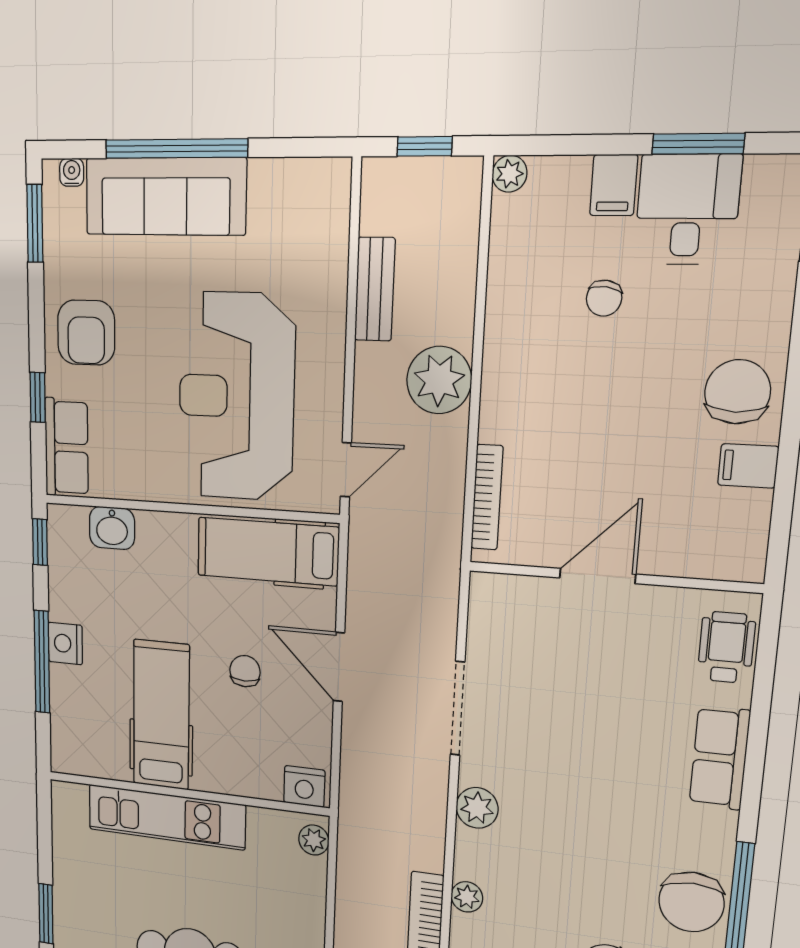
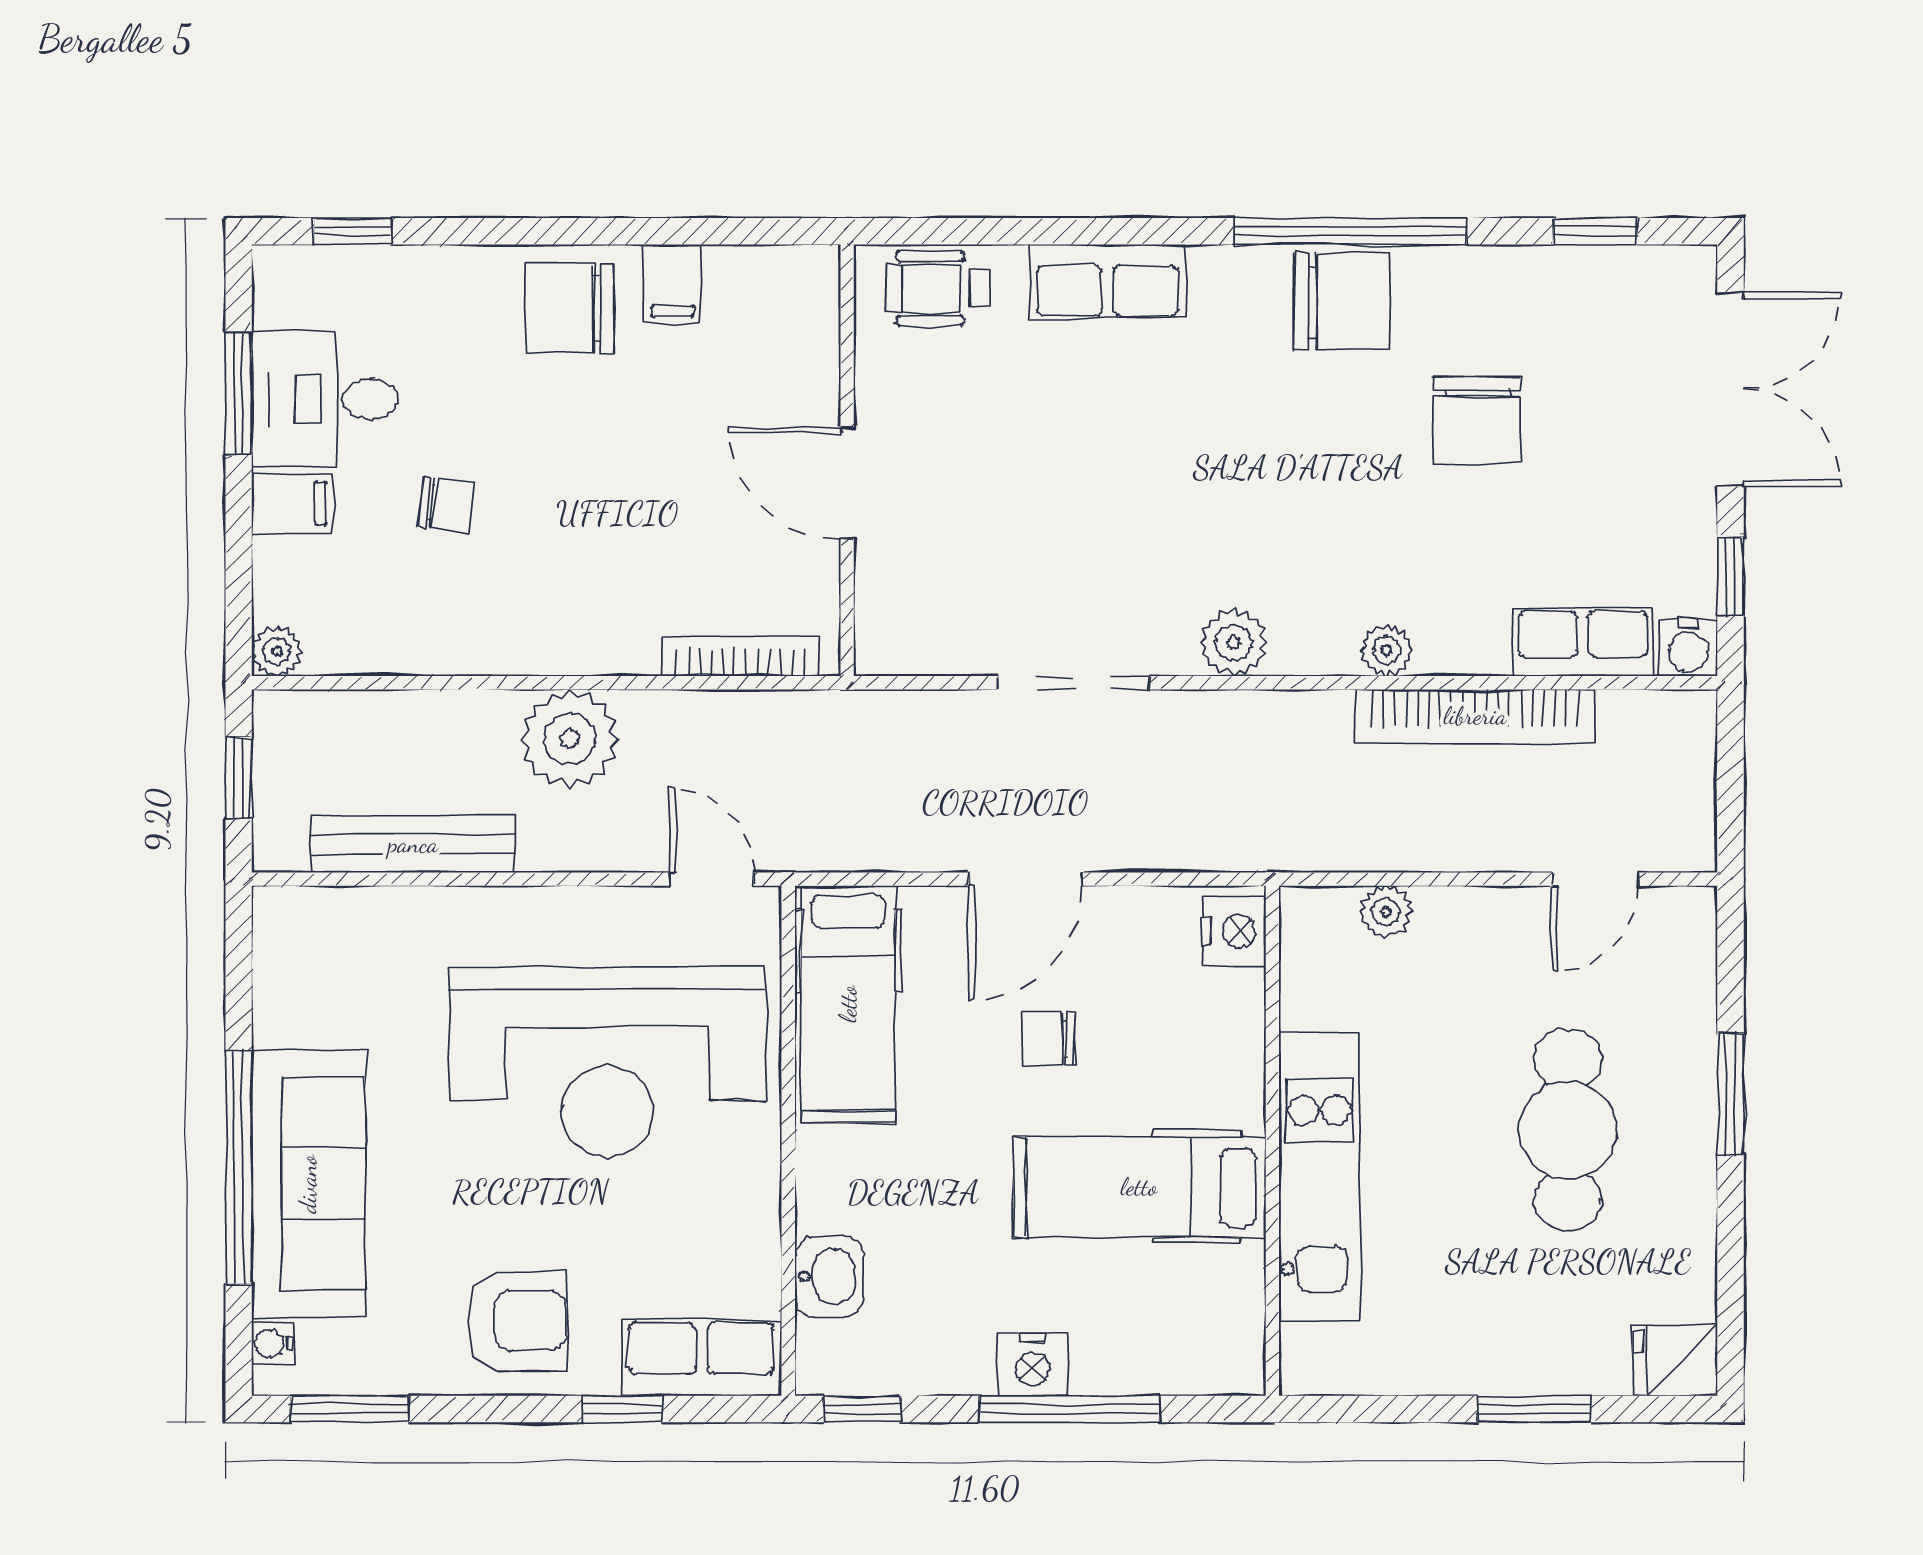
bench: (375, 289) -> (413, 844), width x1.36
plant: (314, 840) -> (1386, 912), moved

